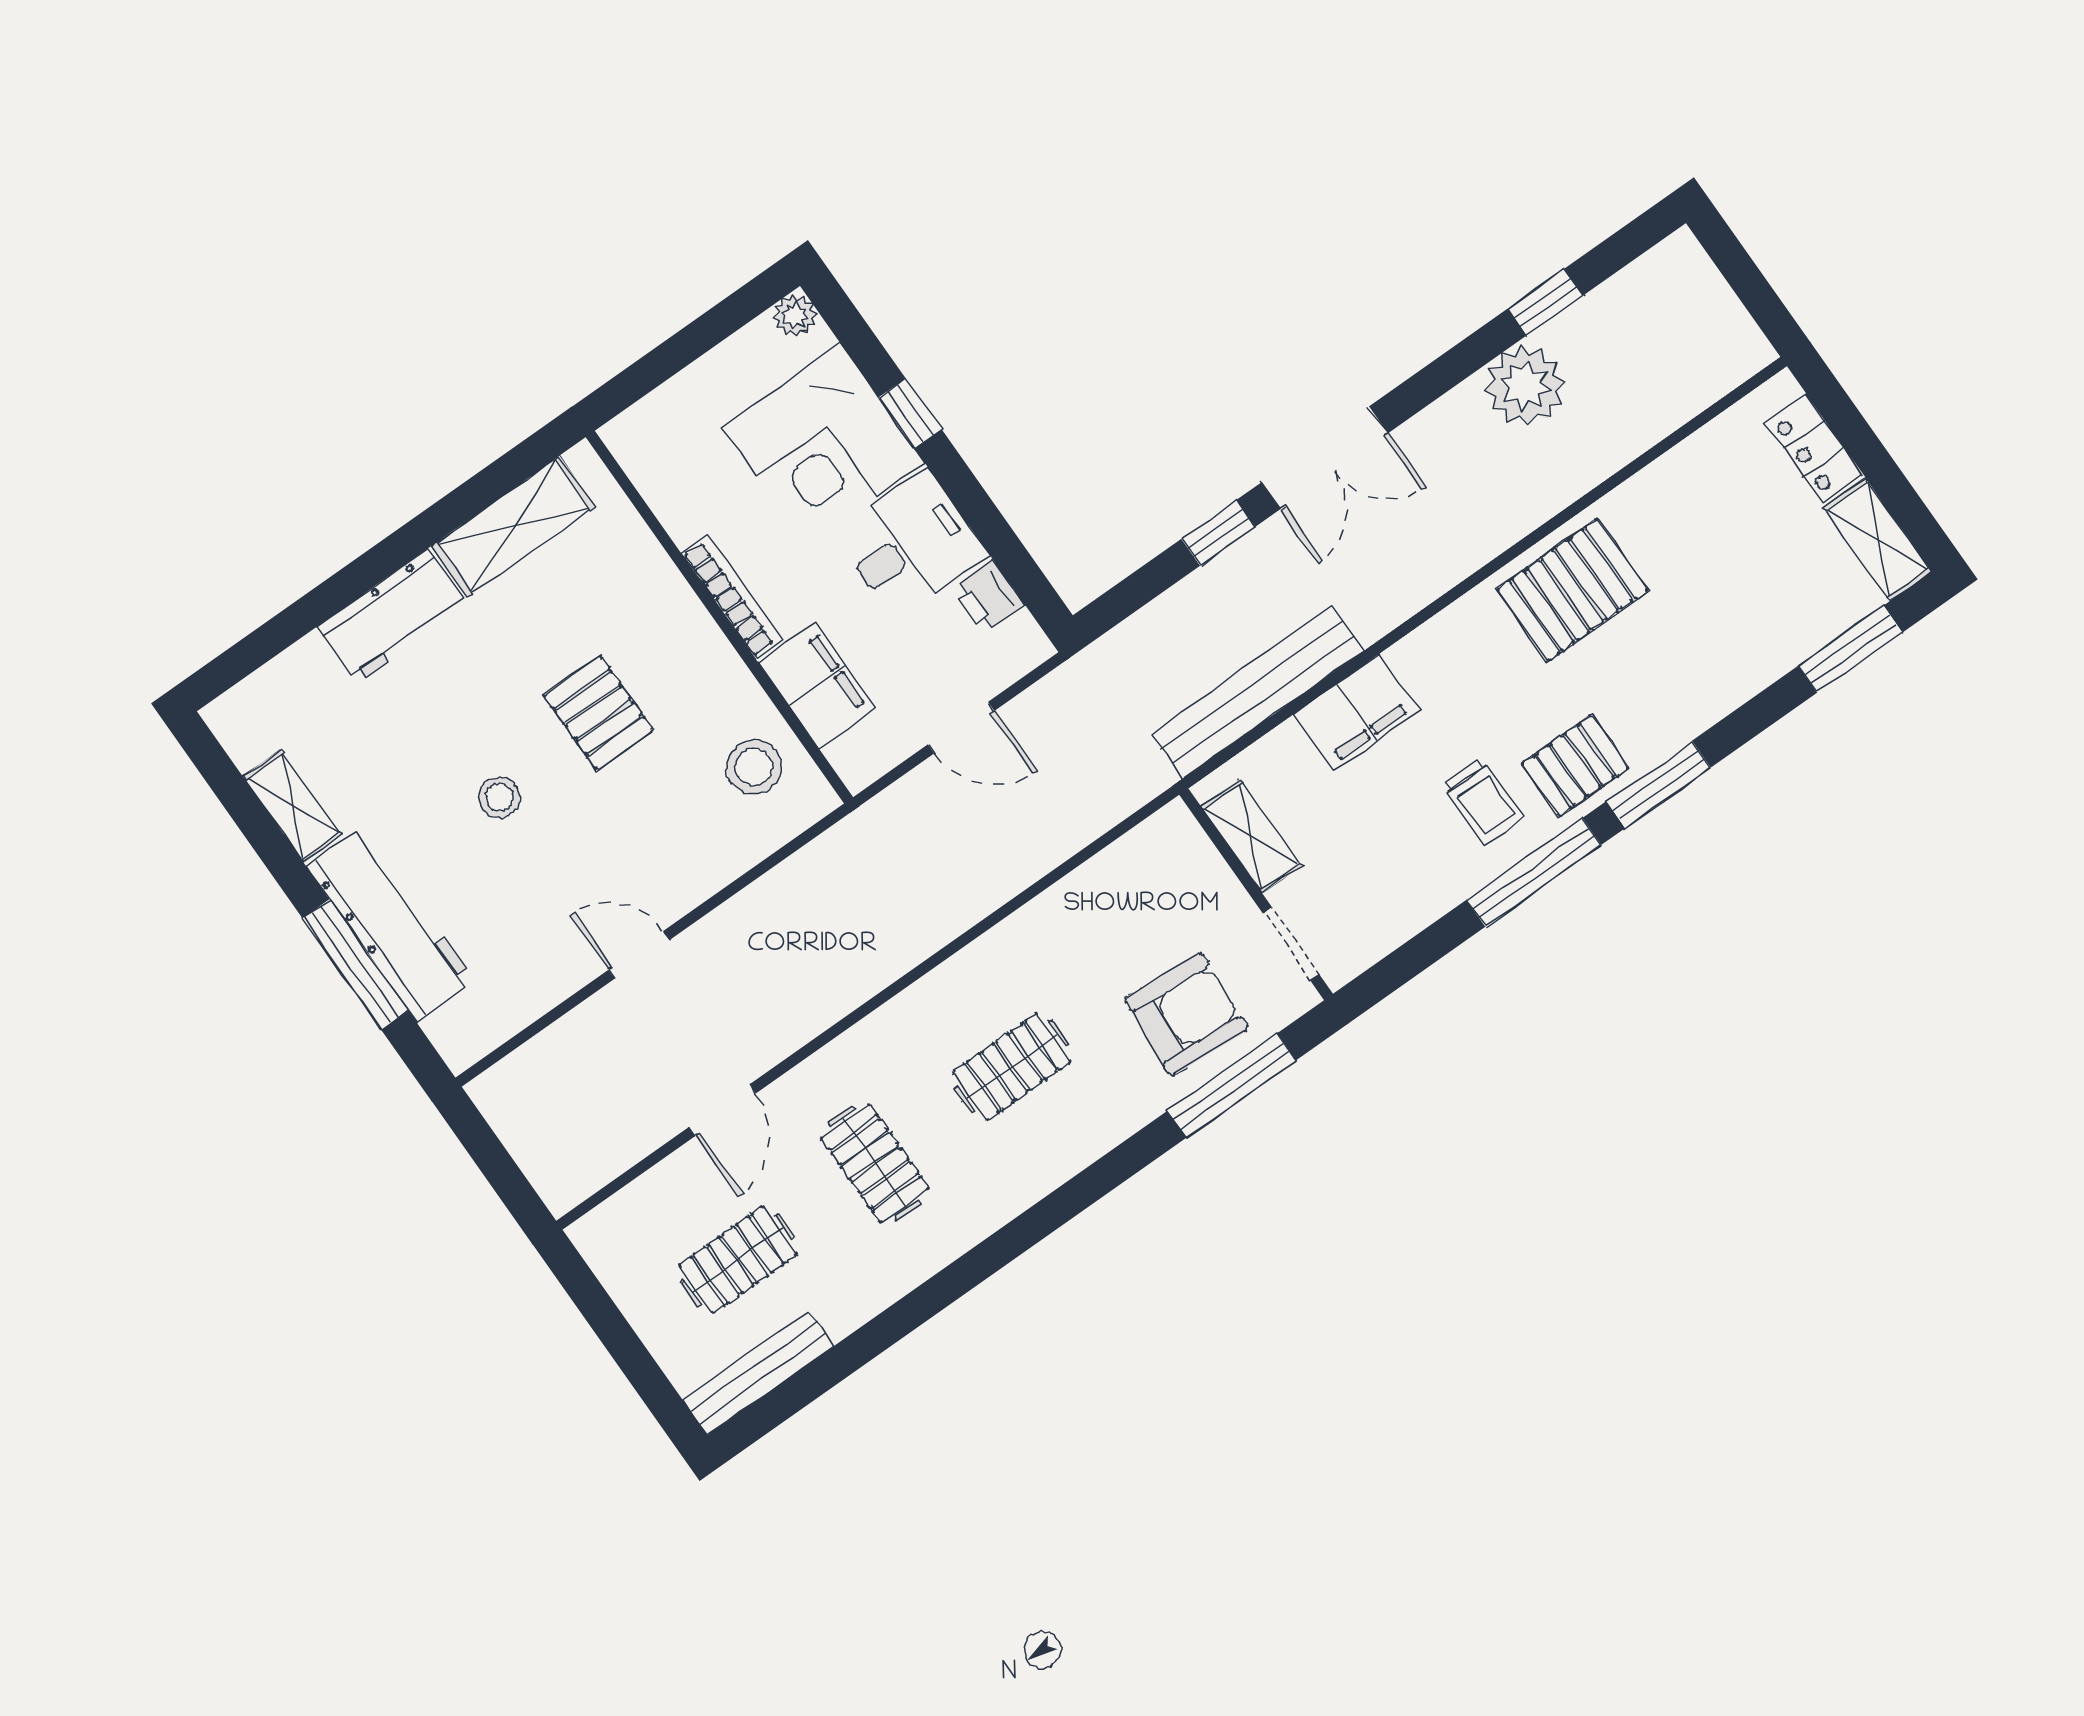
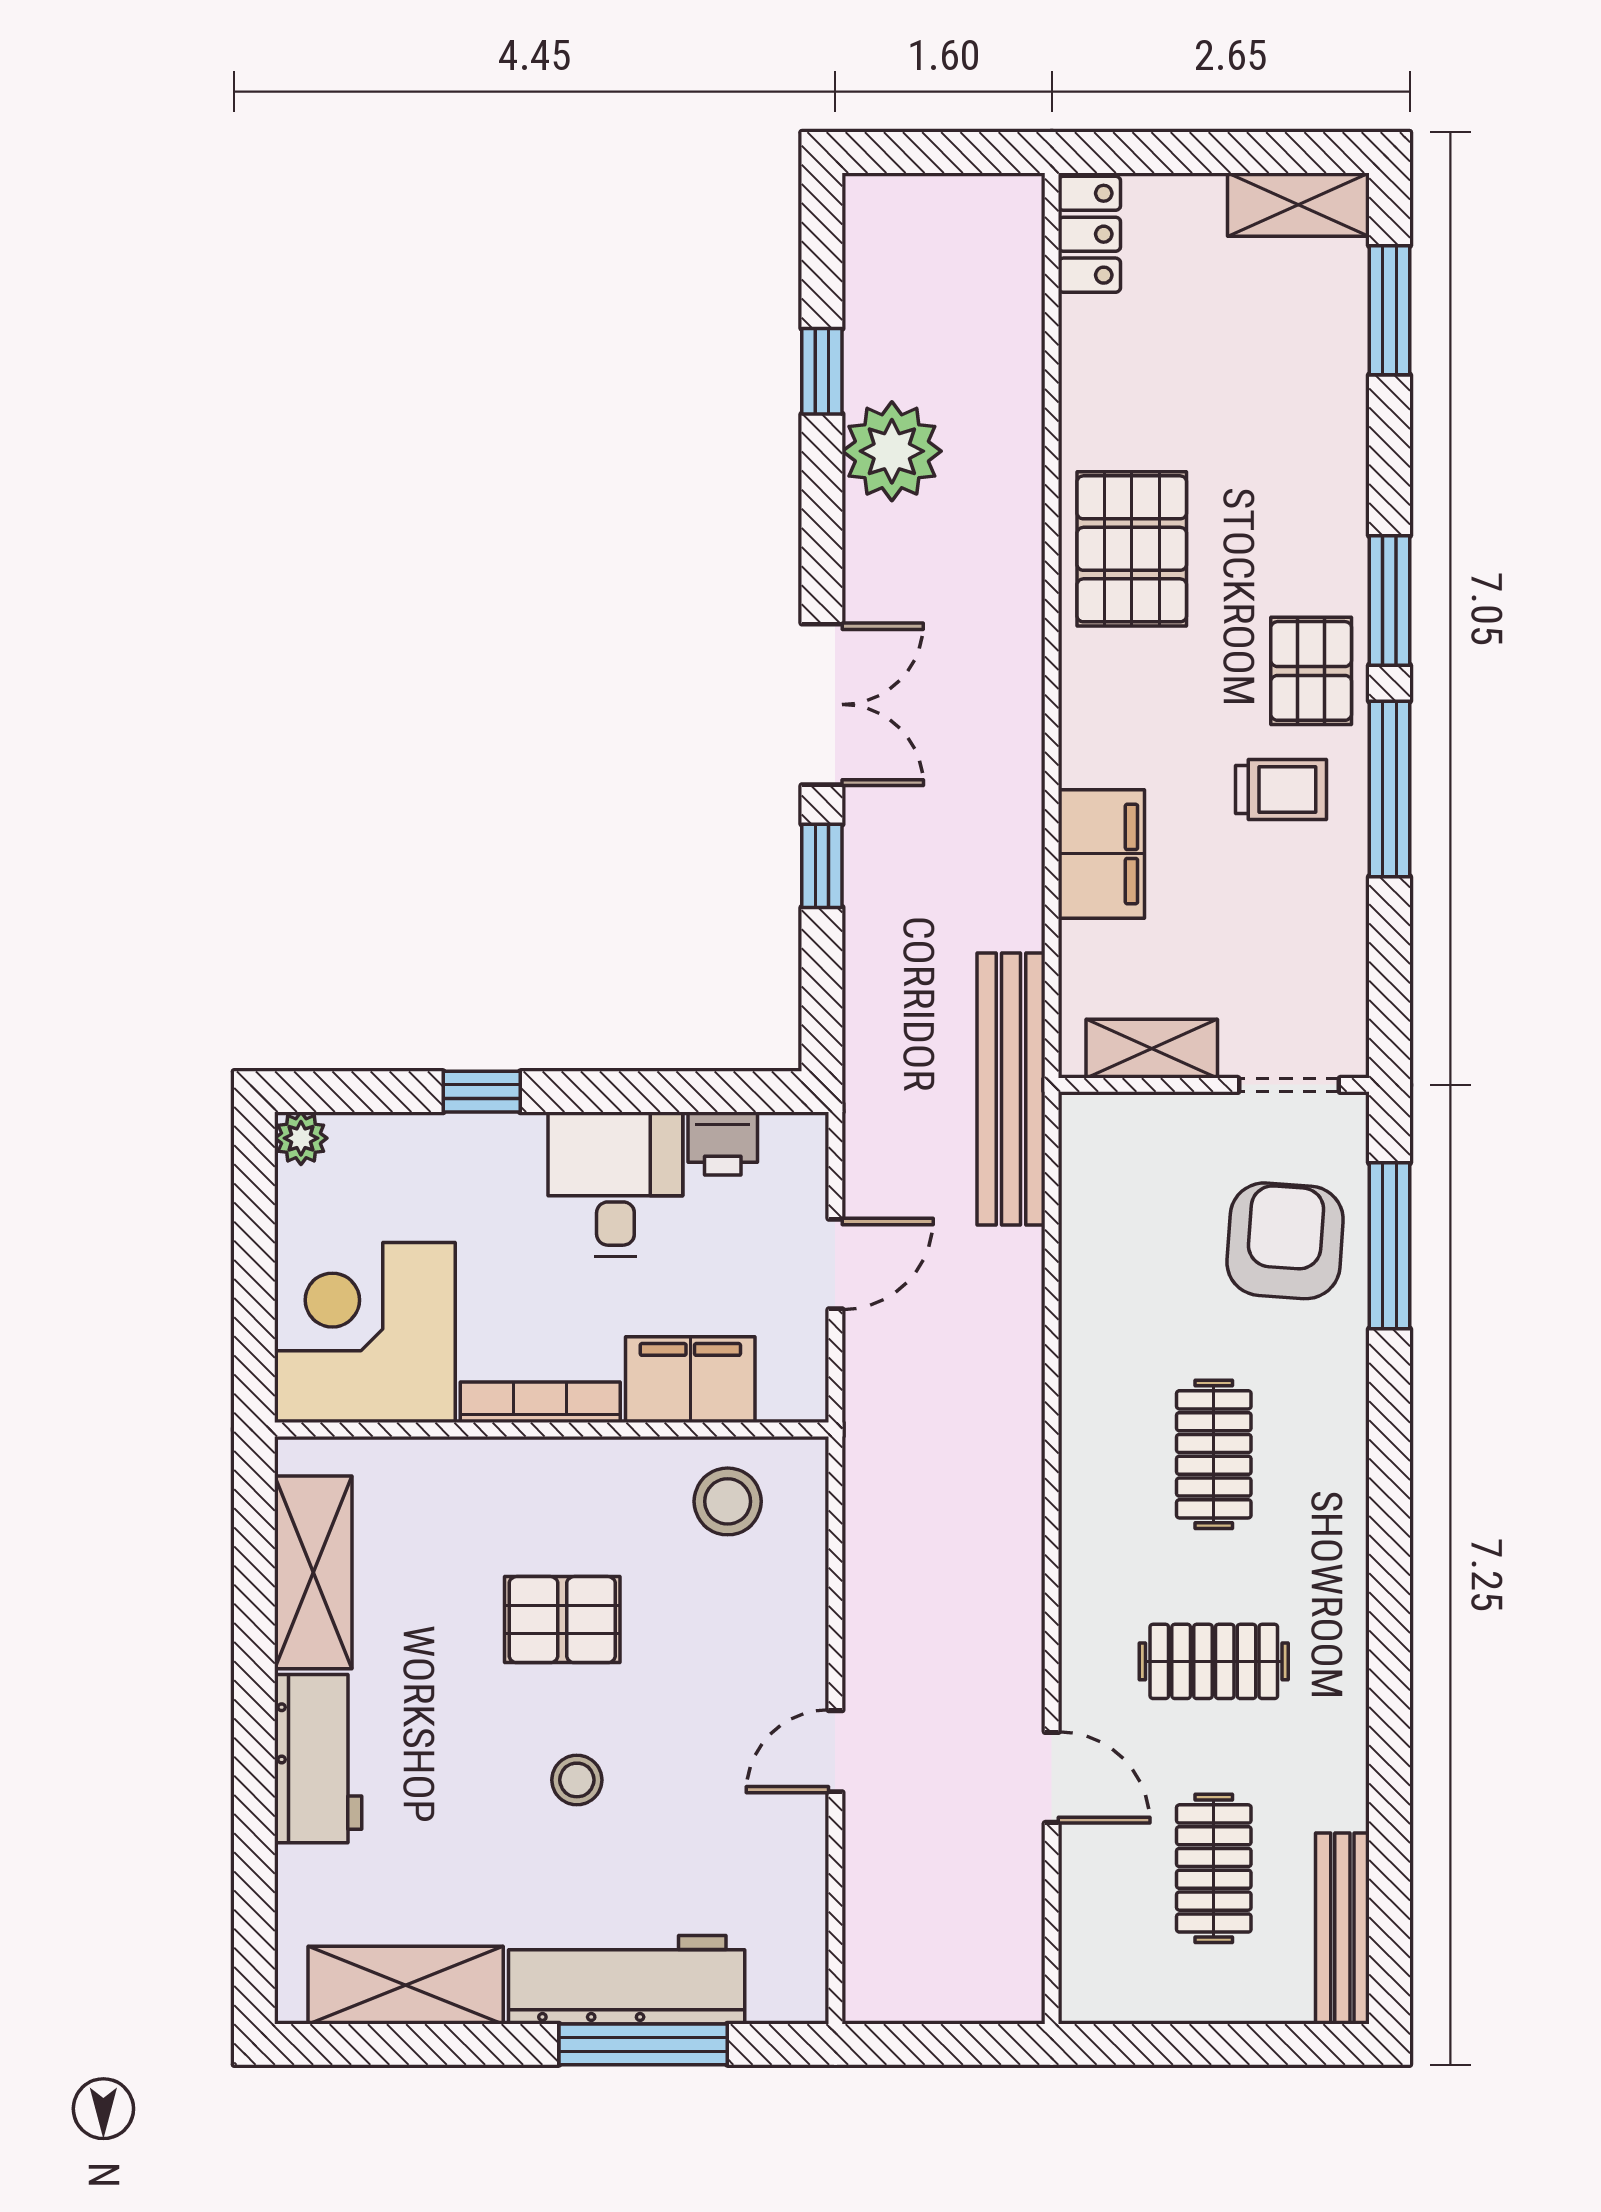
corner desk: (824, 446) -> (365, 1333), moved, turned 180
locker: (1814, 448) -> (1089, 234), moved, turned -90
bench: (1258, 692) -> (1011, 1089), moved
shelving: (292, 806) -> (406, 1985), width x1.50, depth x1.33

